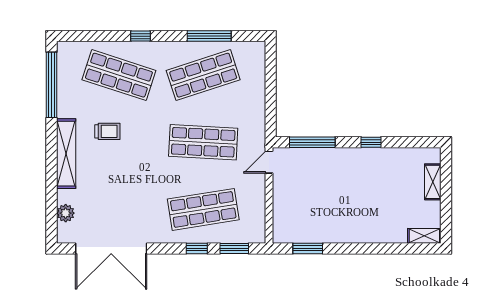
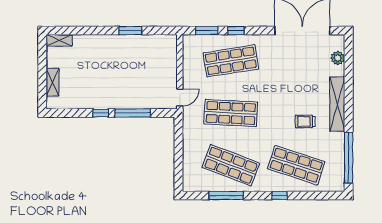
shop shelf: (203, 75) -> (231, 165), turned 39
window: (312, 142) -> (133, 113), moved
window: (308, 248) -> (130, 31), moved

